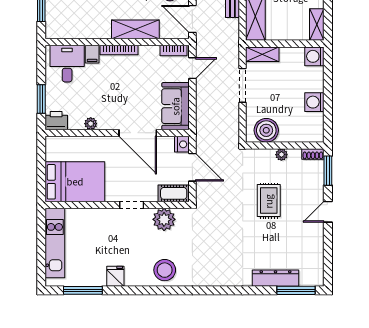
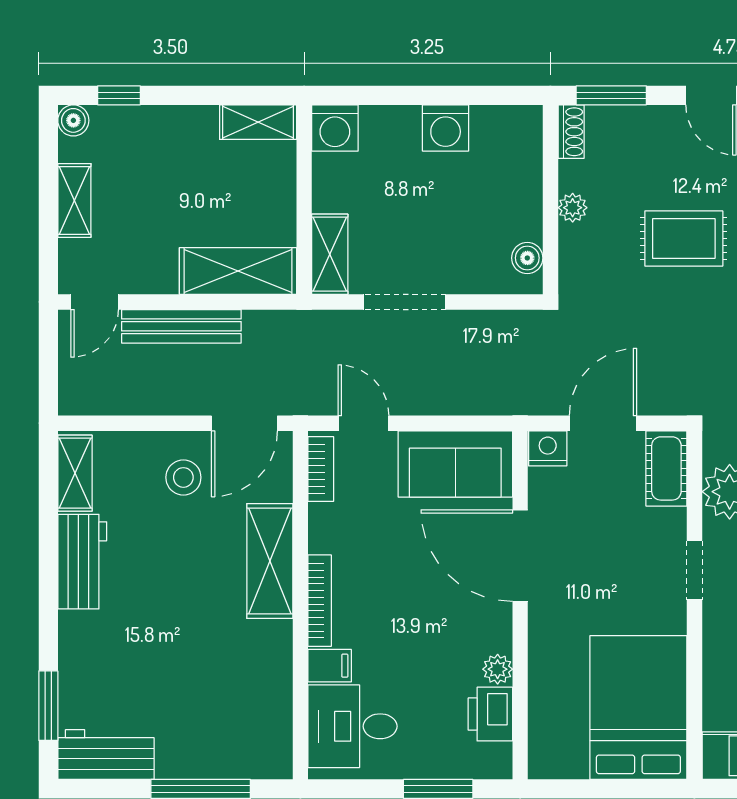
printer: (56, 121) -> (490, 714), moved
boiler: (266, 130) -> (527, 258), width x0.54, depth x0.54
door: (138, 133) -> (520, 556), swing flipped

